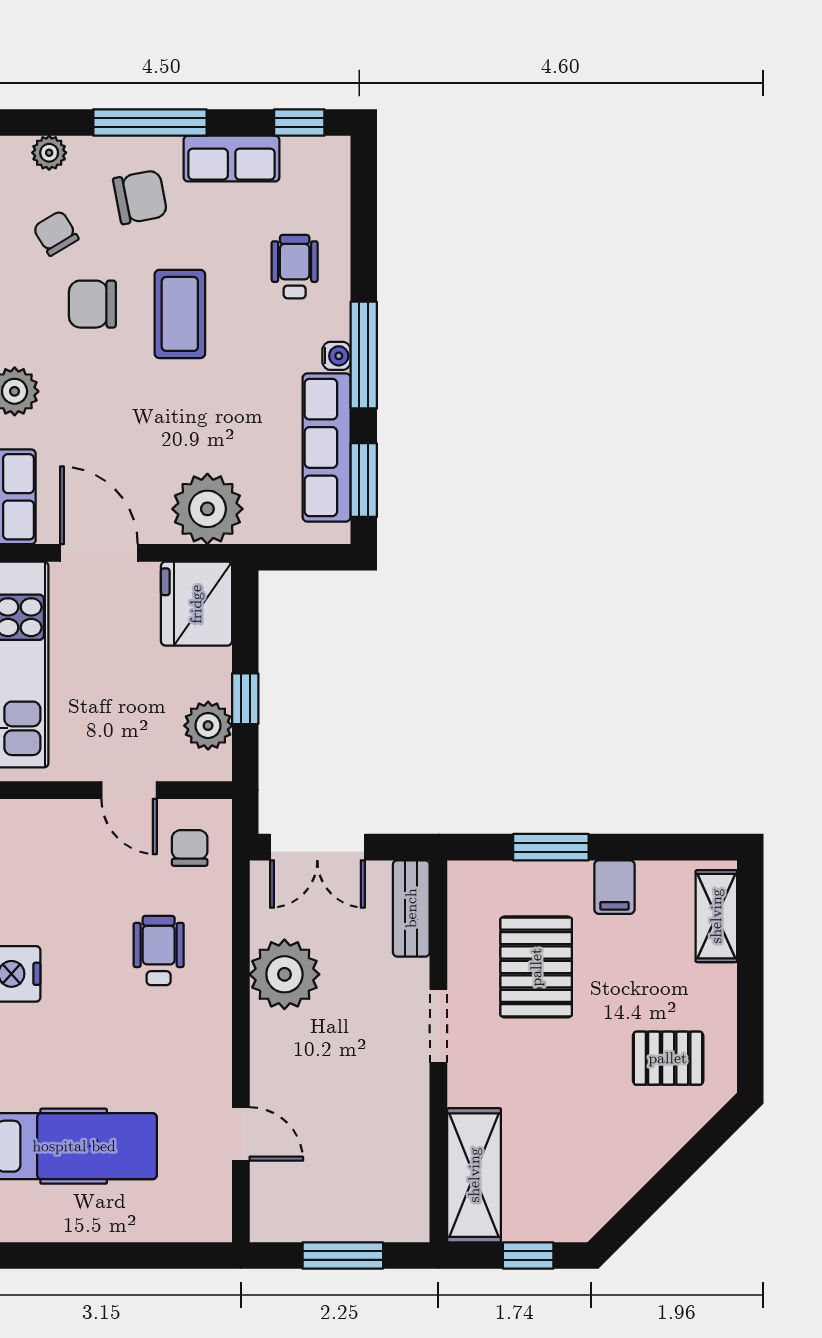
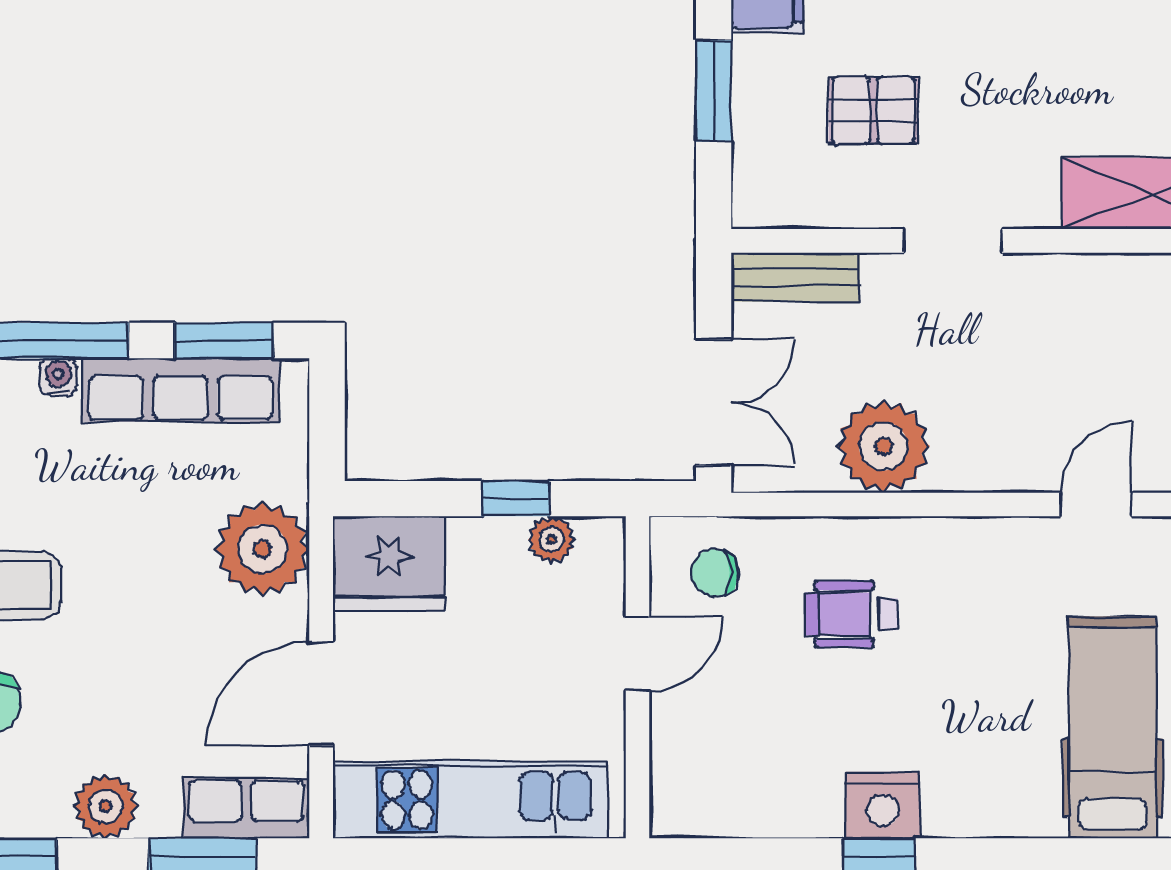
plant: (208, 726) -> (551, 540), width x0.73, depth x0.73
pallet: (536, 967) -> (874, 111), width x0.67, depth x0.71

